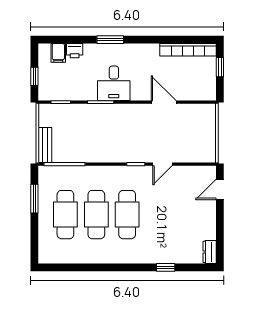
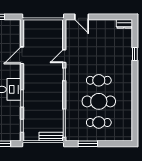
door: (162, 164) -> (64, 56), swing flipped
cafe table: (65, 215) -> (99, 122), width x0.73, depth x0.74
cafe table: (127, 215) -> (99, 80), width x0.73, depth x0.74

